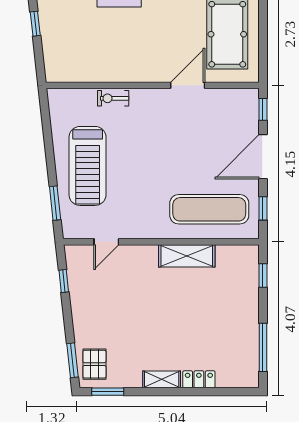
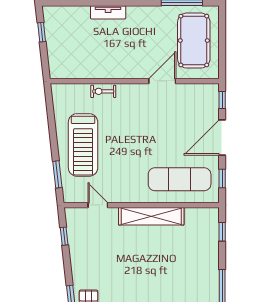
door: (106, 242) -> (98, 205), swing flipped
shelving: (187, 256) -> (151, 216), width x1.47

